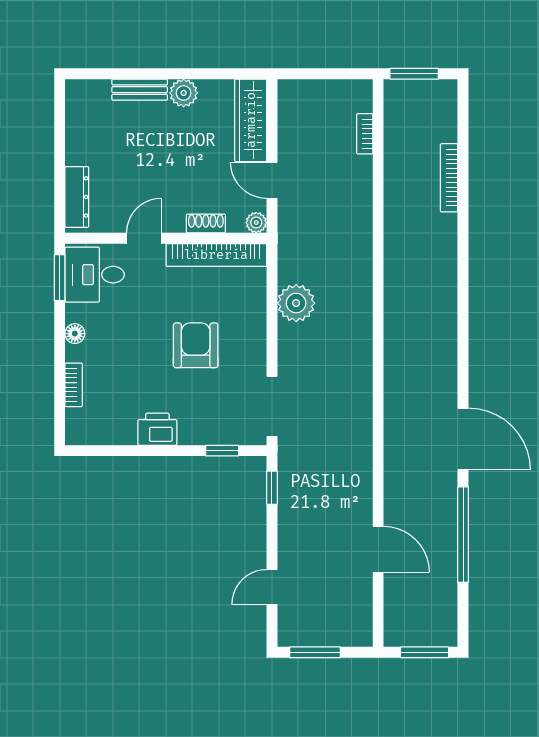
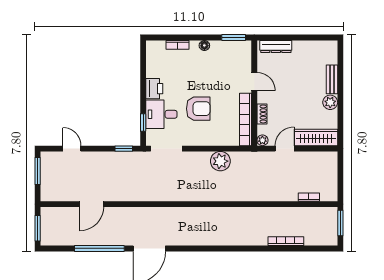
desk: (95, 275) -> (161, 114), moved, turned -90

